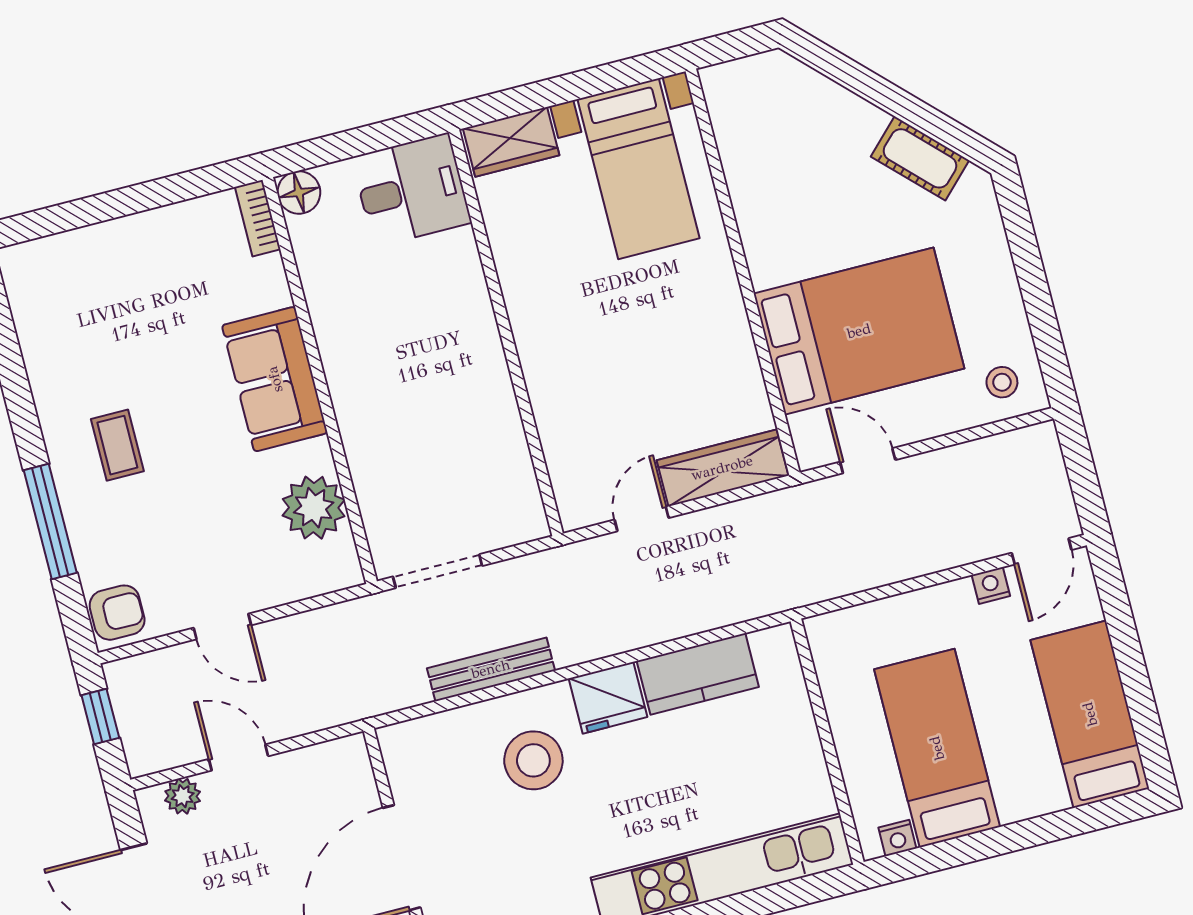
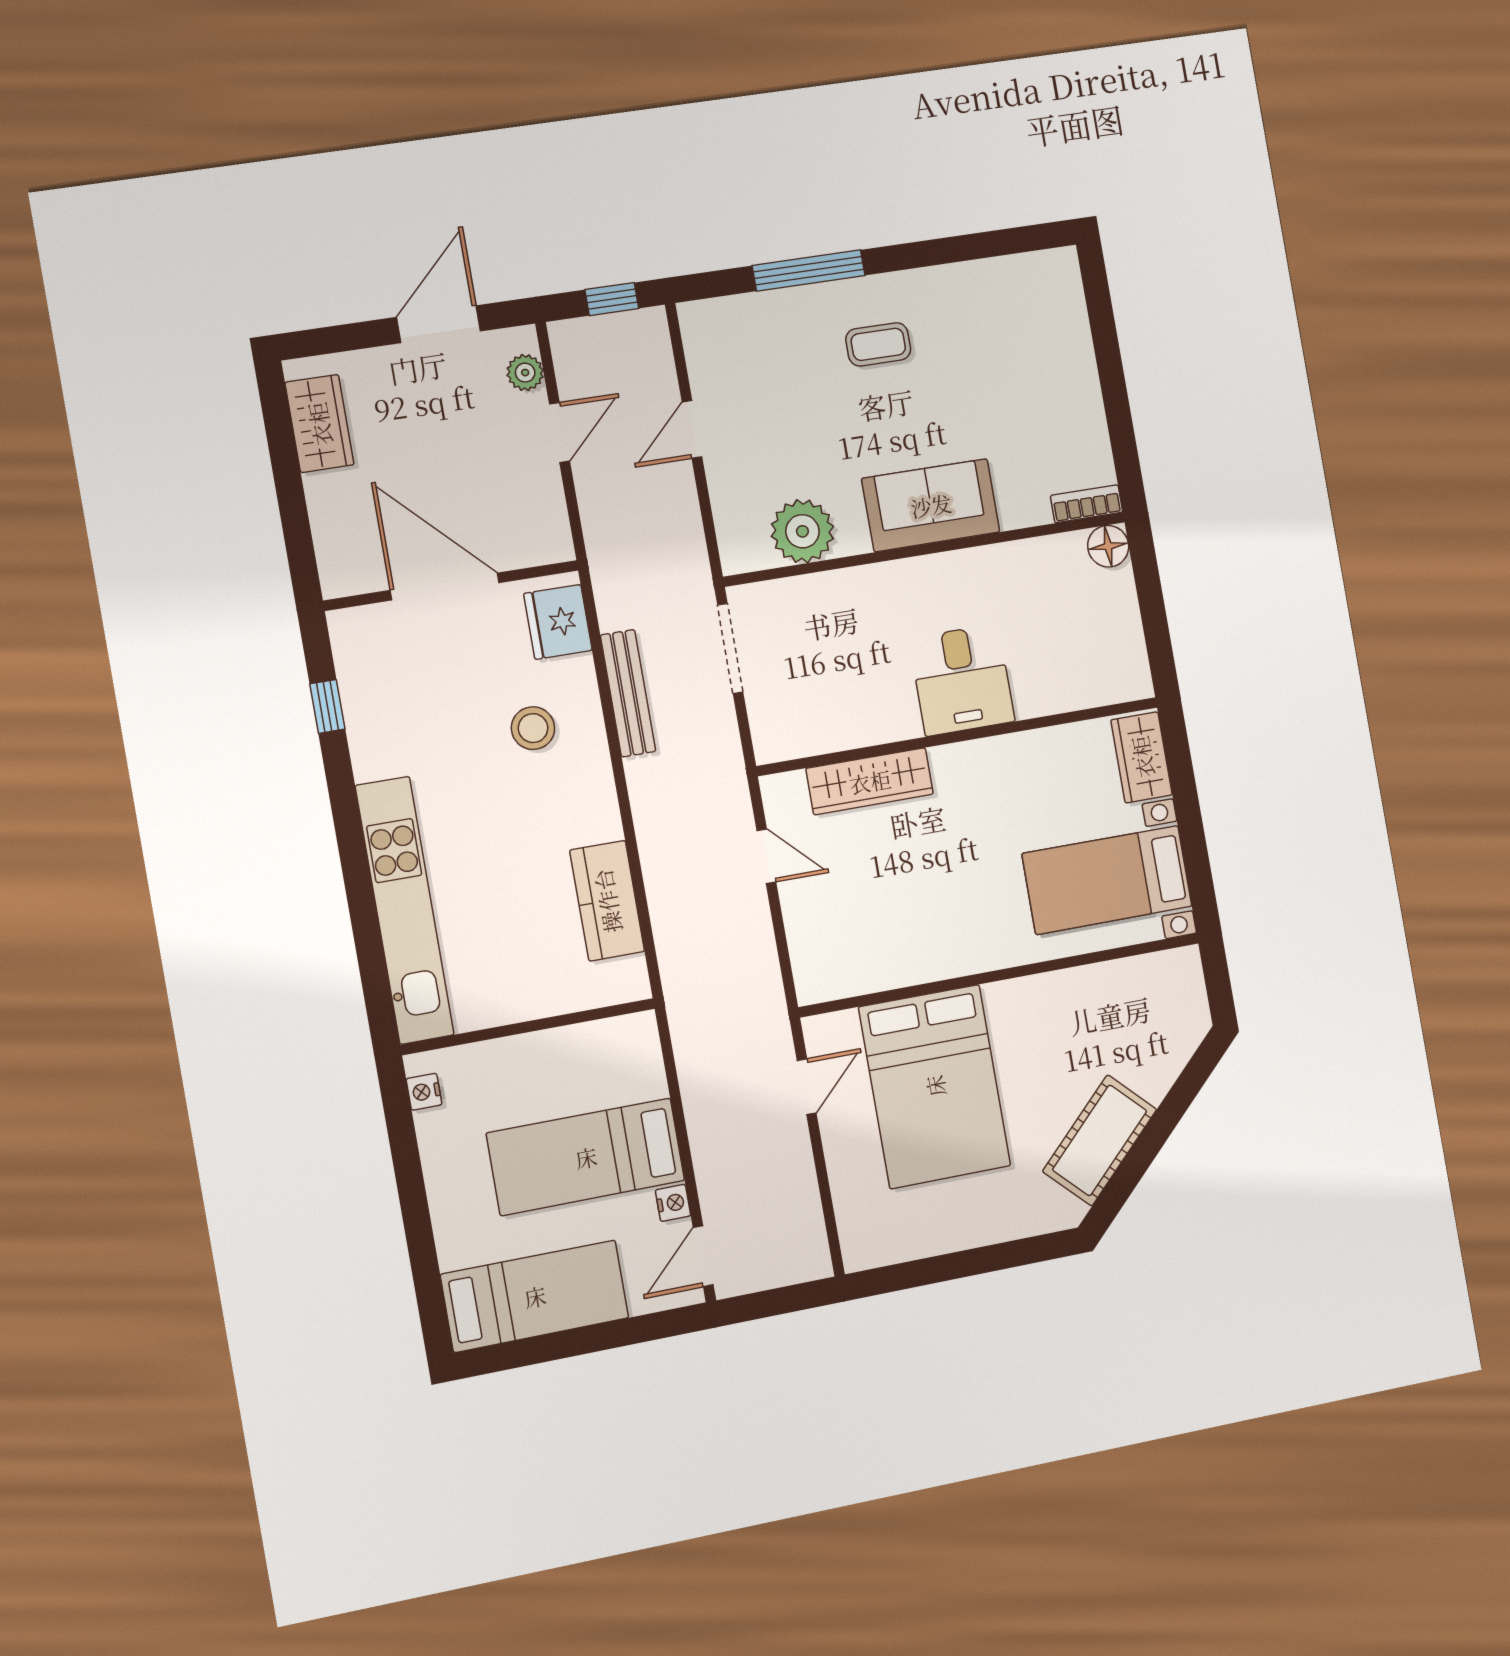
cot: (920, 158) -> (1100, 1140), width x1.37, depth x1.34
desk: (411, 190) -> (962, 680), moved
stool: (1002, 382) -> (874, 1226), removed
wardrobe: (722, 468) -> (870, 781), moved, turned 90
door: (1042, 551) -> (703, 1256), hinge flipped
armchair: (117, 613) -> (714, 327), removed
fridge: (608, 698) -> (558, 622), moved
bed: (937, 748) -> (586, 1157), moved, turned 180
stool: (533, 760) -> (533, 728), width x0.73, depth x0.73

